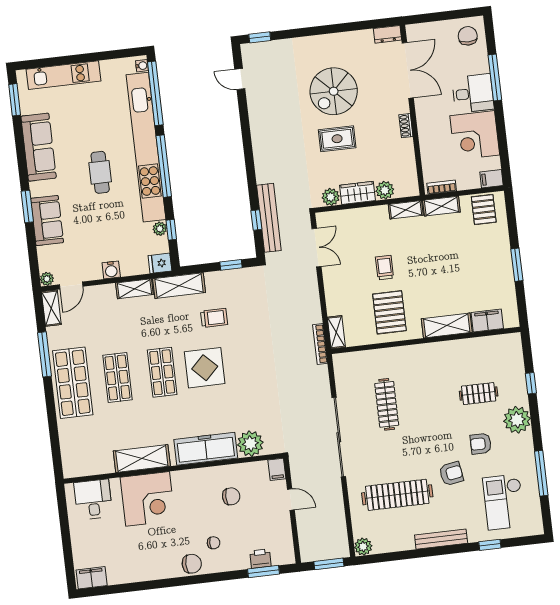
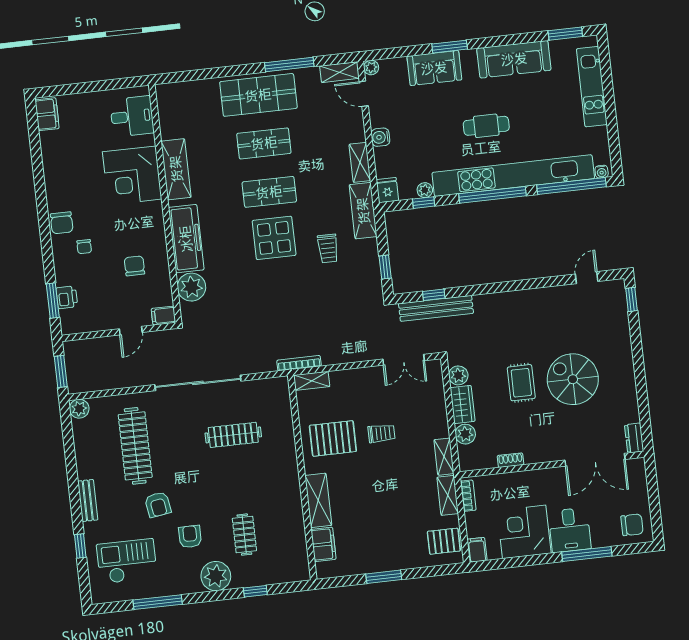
shoe rack: (406, 126) -> (510, 460), moved
chair: (231, 496) -> (134, 266), turned 180
bench: (441, 539) -> (88, 500), width x0.73

